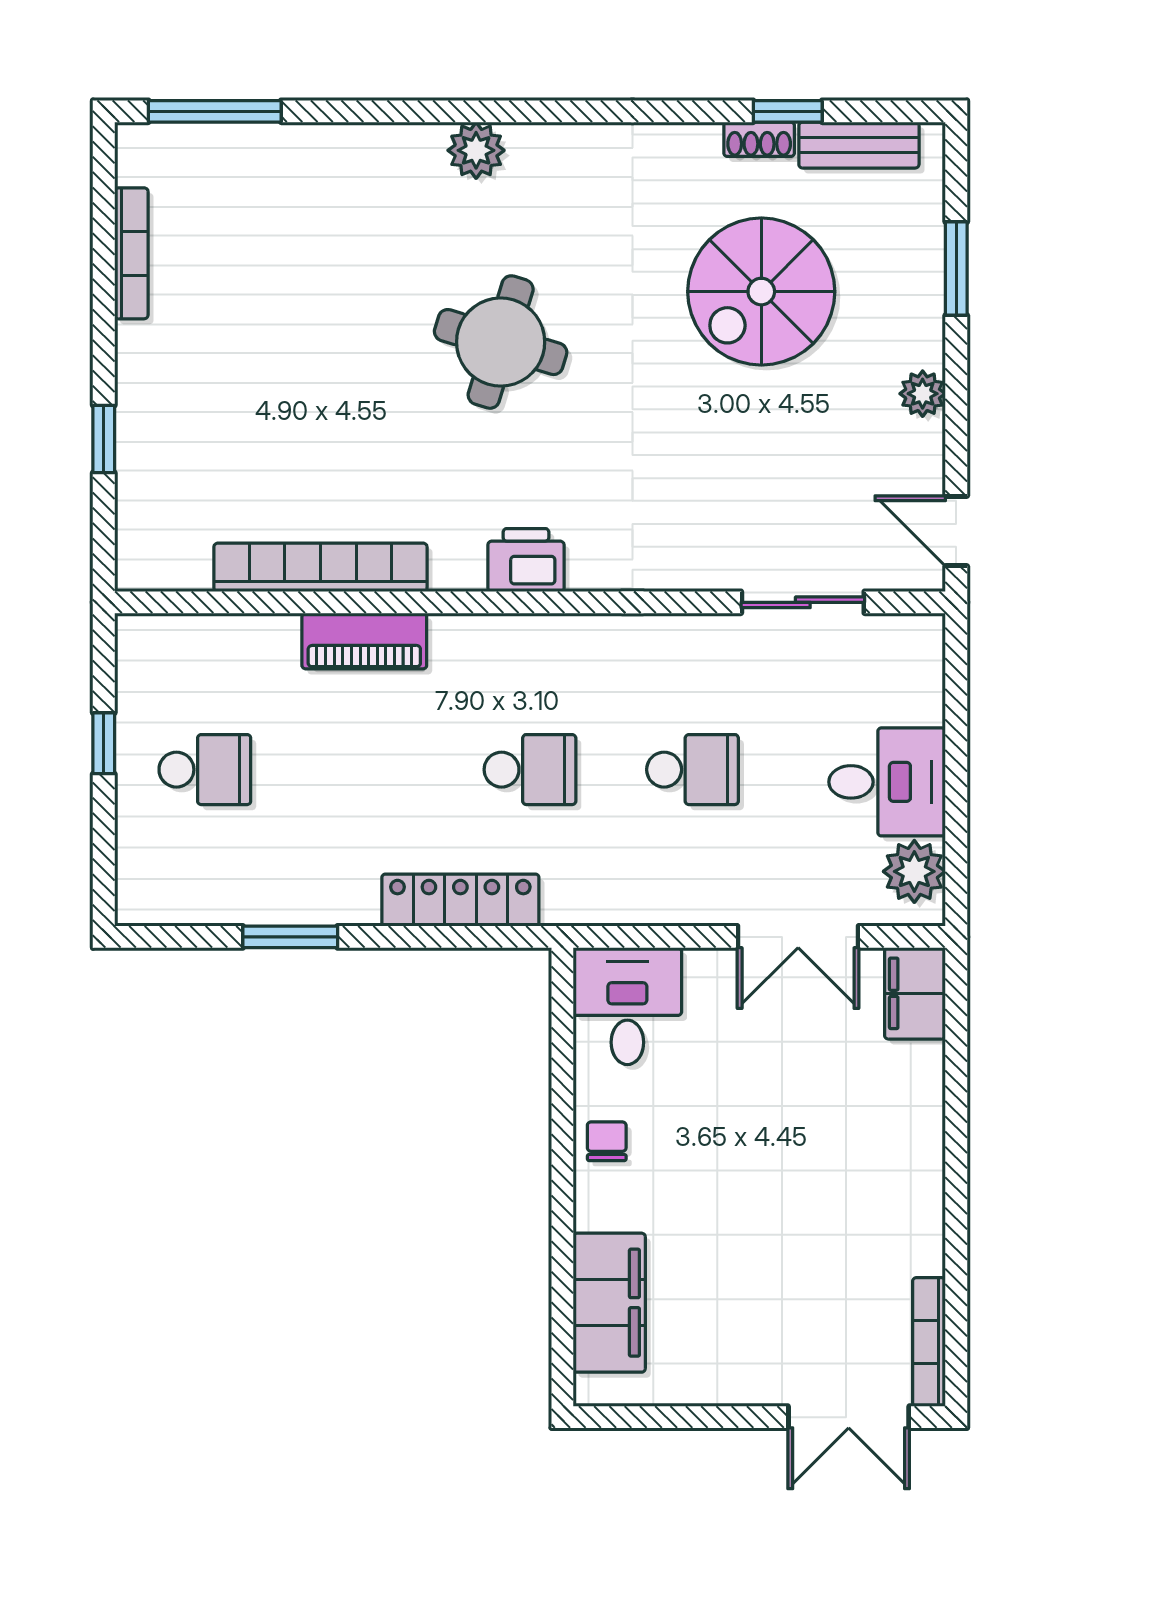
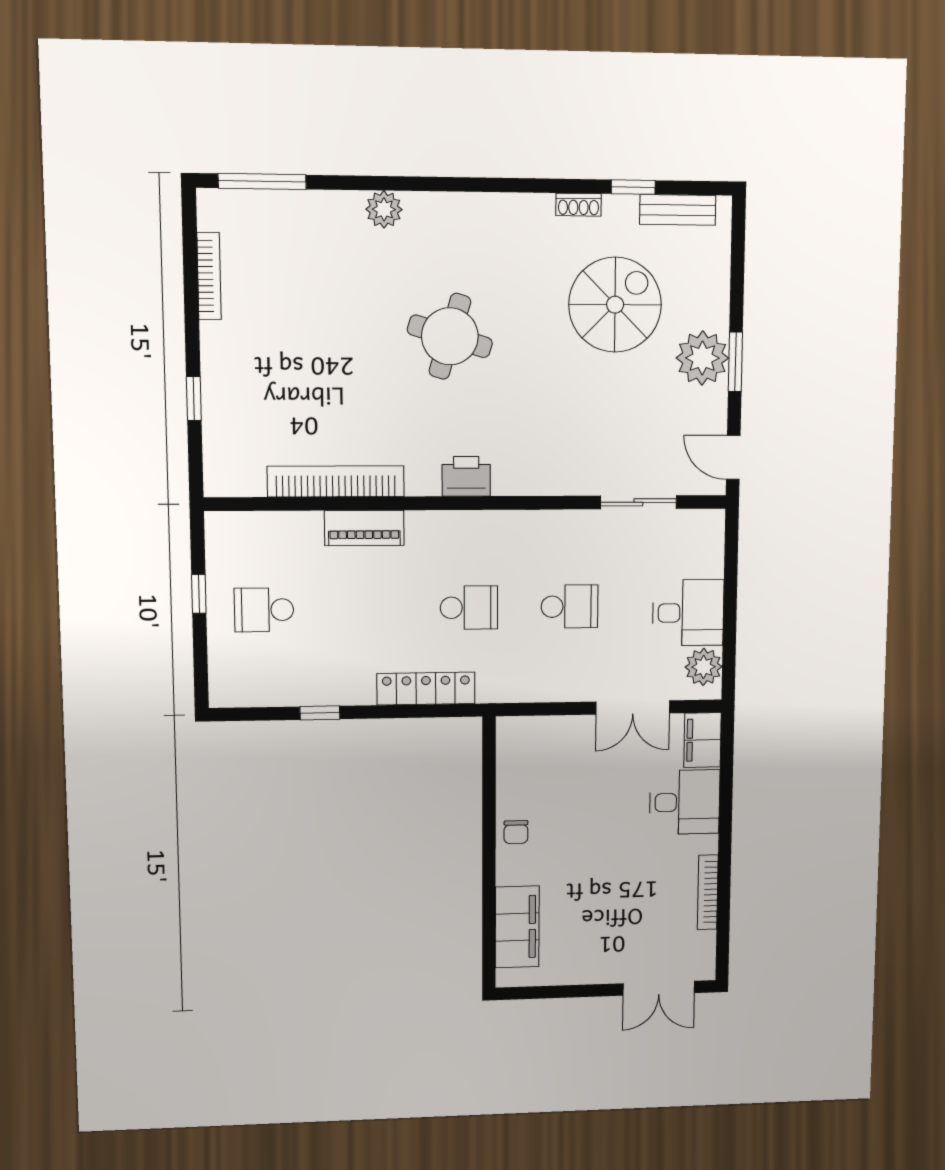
shoe rack: (759, 139) -> (578, 205), moved
plant: (476, 150) -> (384, 209), moved
window: (956, 269) -> (735, 362), moved
spiral stairs: (761, 292) -> (615, 305), turned 180
plant: (923, 394) -> (702, 358), width x1.88, depth x1.88
school desk: (205, 770) -> (264, 610), turned 180
window: (290, 937) -> (320, 713), width x0.67
desk: (627, 1006) -> (685, 802), moved, turned 90
chair: (607, 1141) -> (516, 832), turned 180
bookcase: (929, 1342) -> (708, 892), moved

